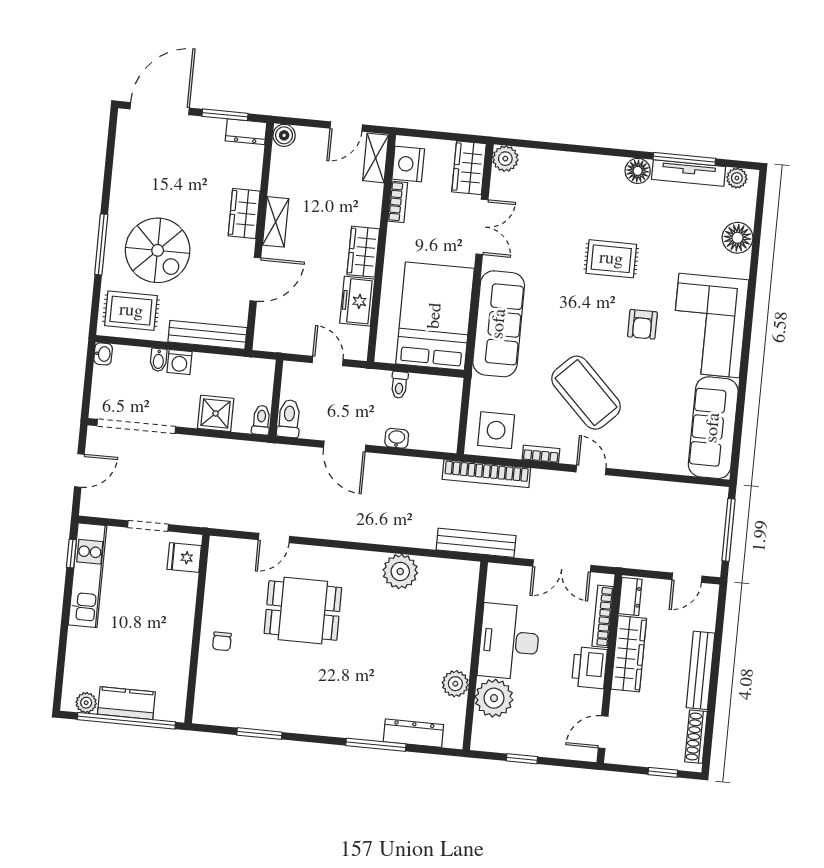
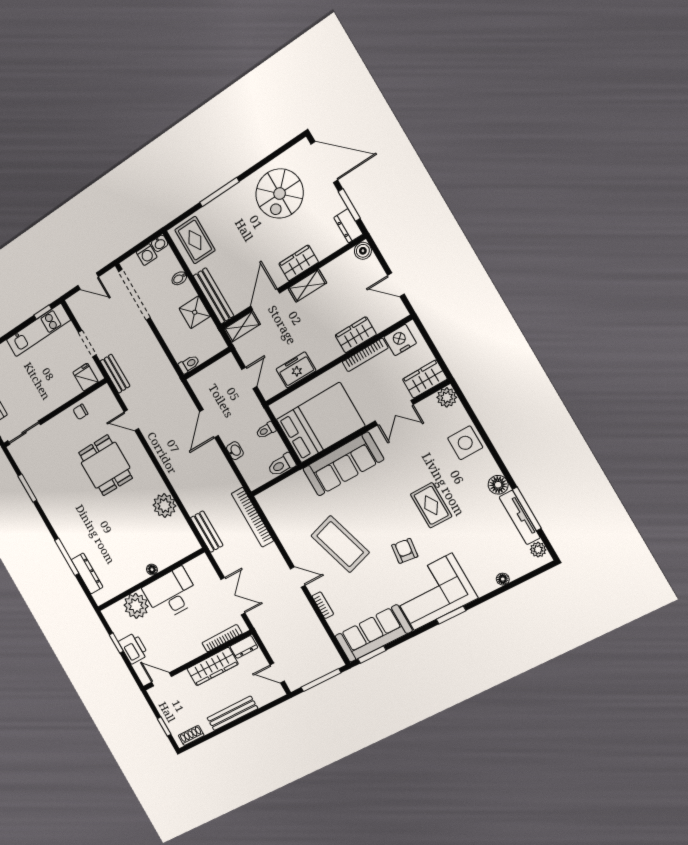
shelving: (376, 158) -> (242, 327), moved
bookcase: (398, 202) -> (365, 355), width x1.56
floor lamp: (738, 238) -> (503, 579), width x0.53, depth x0.53
spiral stairs: (158, 250) -> (280, 194), moved
wardrobe: (363, 252) -> (356, 335), moved
door: (255, 279) -> (265, 300), swing flipped
armchair: (642, 324) -> (405, 551), turned 97
window: (748, 324) -> (451, 615), added
washing machine: (180, 362) -> (147, 255), moved, turned -90
coffee table: (586, 393) -> (340, 544), turned -62
shower: (216, 413) -> (195, 312), moved
toilet: (289, 419) -> (282, 465), moved, turned 180
side table: (496, 430) -> (465, 443), moved
window: (736, 447) -> (372, 655), added
bookcase: (541, 454) -> (323, 605), moved
door: (591, 470) -> (298, 577), hinge flipped
bench: (207, 518) -> (115, 374), added
bench: (476, 543) -> (207, 532), width x0.73
double door: (562, 566) -> (233, 596), swing flipped
chair: (222, 641) -> (80, 412), moved
floor lamp: (464, 644) -> (152, 570), added
printer: (589, 668) -> (133, 648), moved, turned 90
plant: (455, 684) -> (128, 579), removed
sliding door: (192, 687) -> (24, 433), added
shoe rack: (696, 737) -> (191, 735), width x0.70

